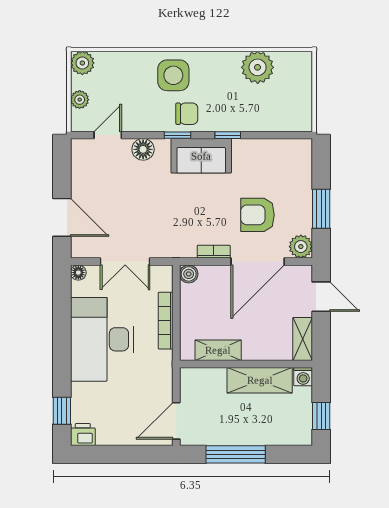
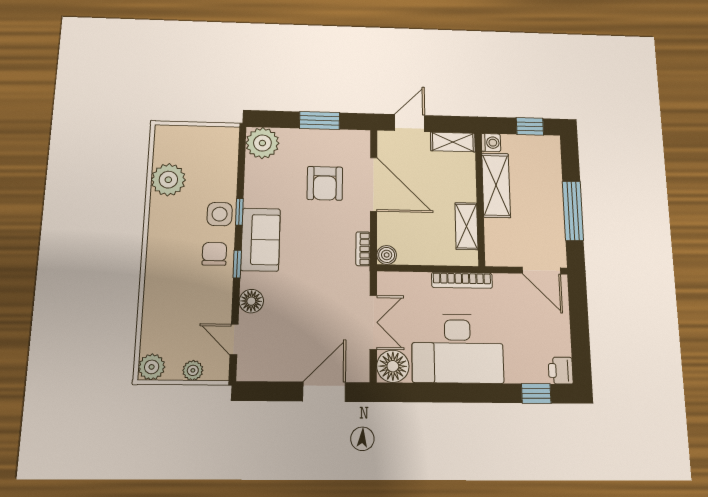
side table: (173, 75) -> (220, 214), moved, width x0.73, depth x0.73
plant: (301, 247) -> (262, 143), moved, width x1.36, depth x1.36
bookcase: (214, 252) -> (363, 249), moved
floor lamp: (78, 273) -> (393, 366), width x1.89, depth x1.89
bookcase: (166, 321) -> (462, 280), moved

